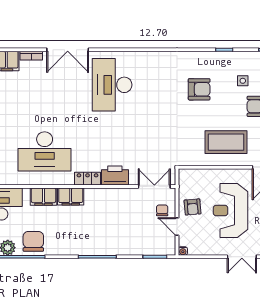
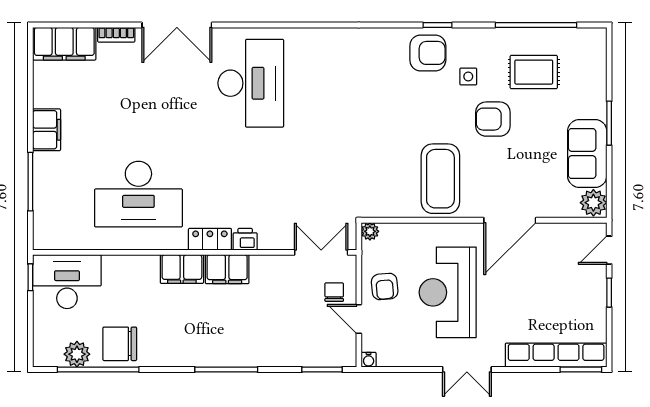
desk: (112, 85) -> (251, 83), turned 180
armchair: (199, 89) -> (428, 53), moved
coffee table: (226, 142) -> (440, 179), turned 90
plant: (184, 174) -> (370, 231), added
printer: (115, 175) -> (245, 239), width x0.53, depth x0.68
filing cabinet: (44, 197) -> (227, 269), moved
chair: (33, 241) -> (120, 344), turned -90

